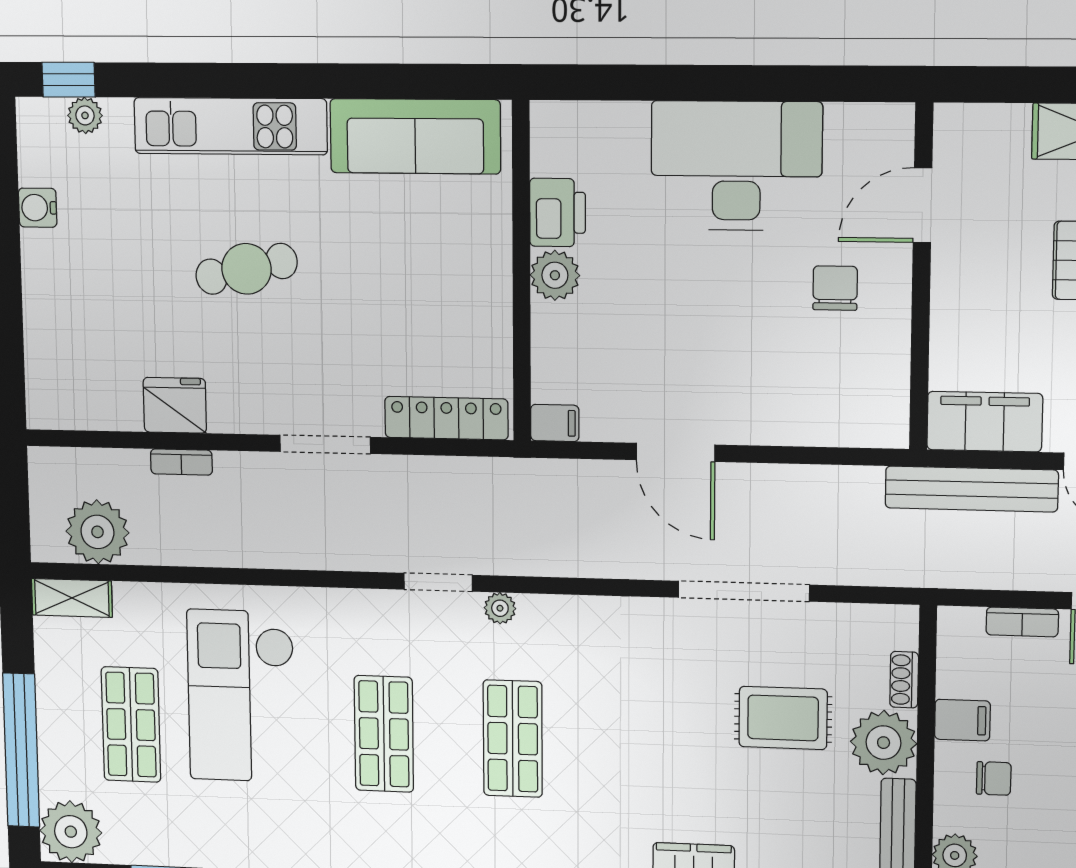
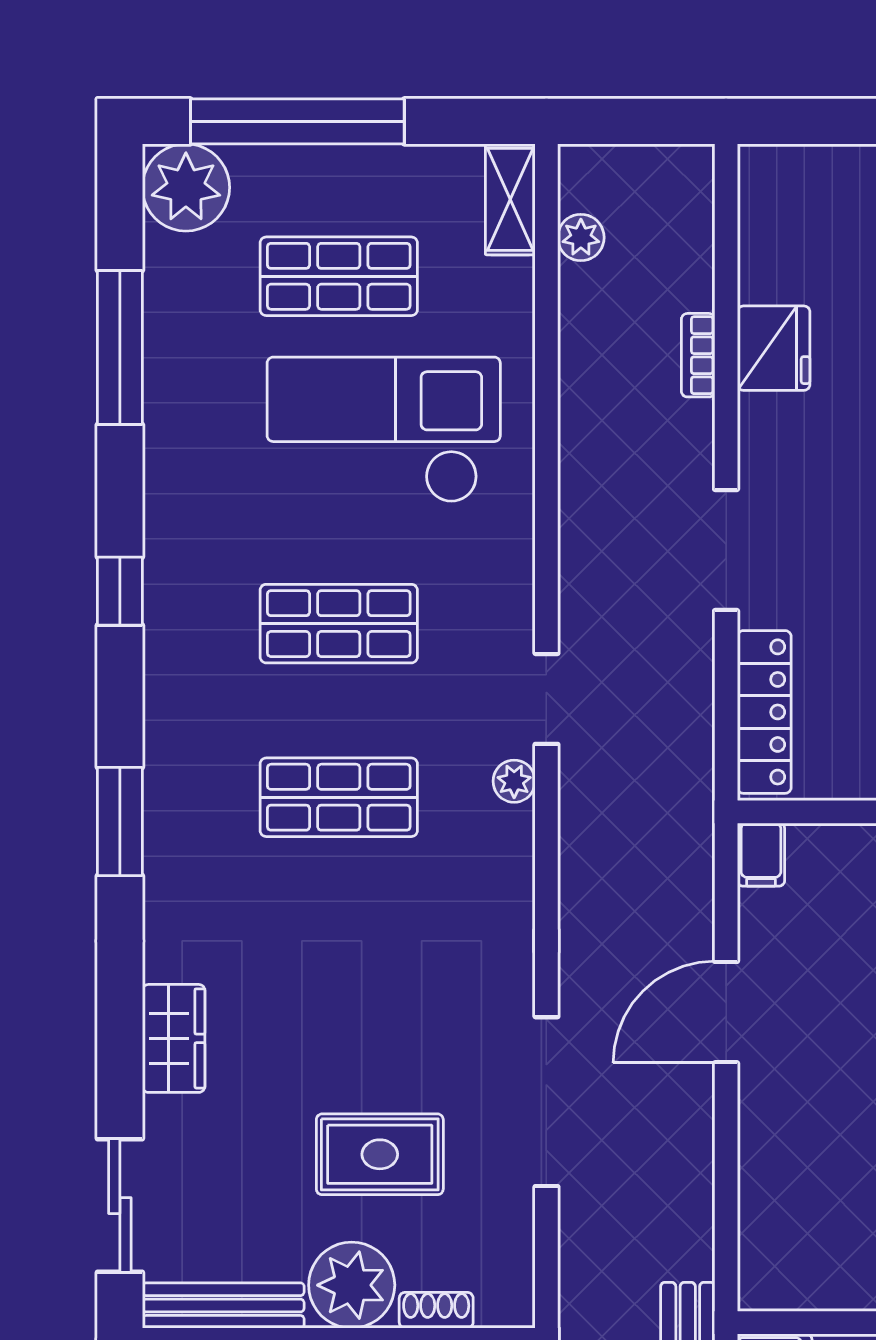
plant: (97, 532) -> (581, 238), width x0.53, depth x0.53
rug: (783, 718) -> (380, 1154), turned 90

